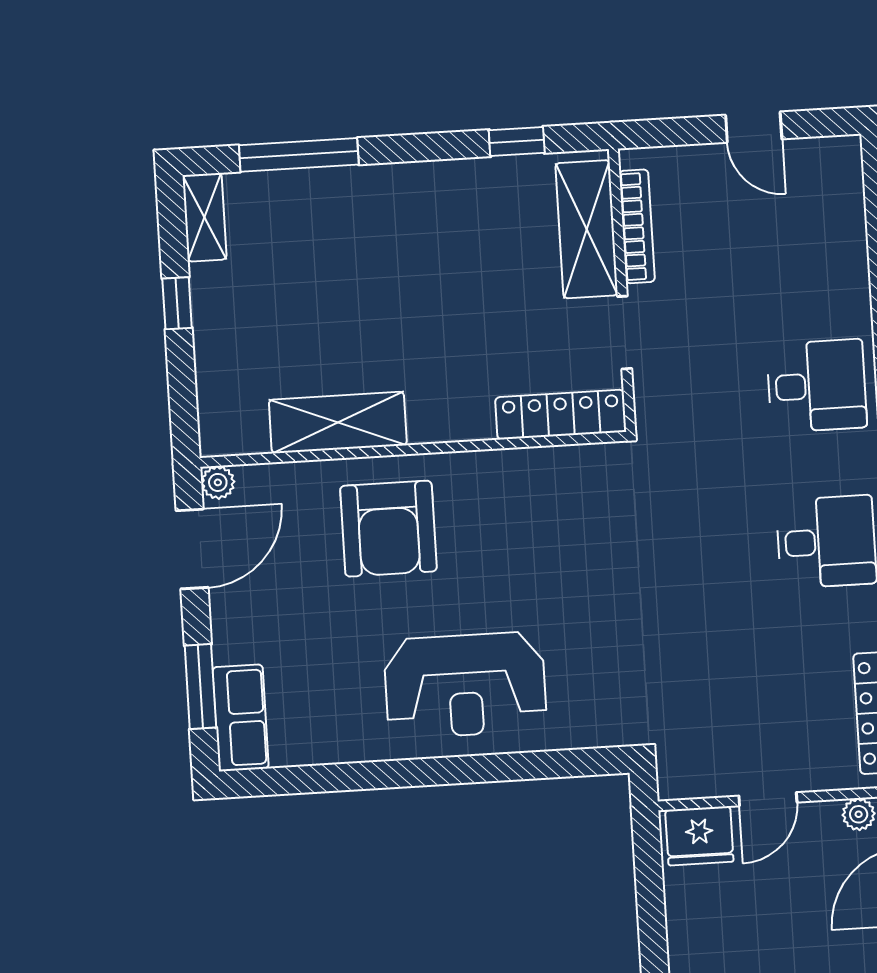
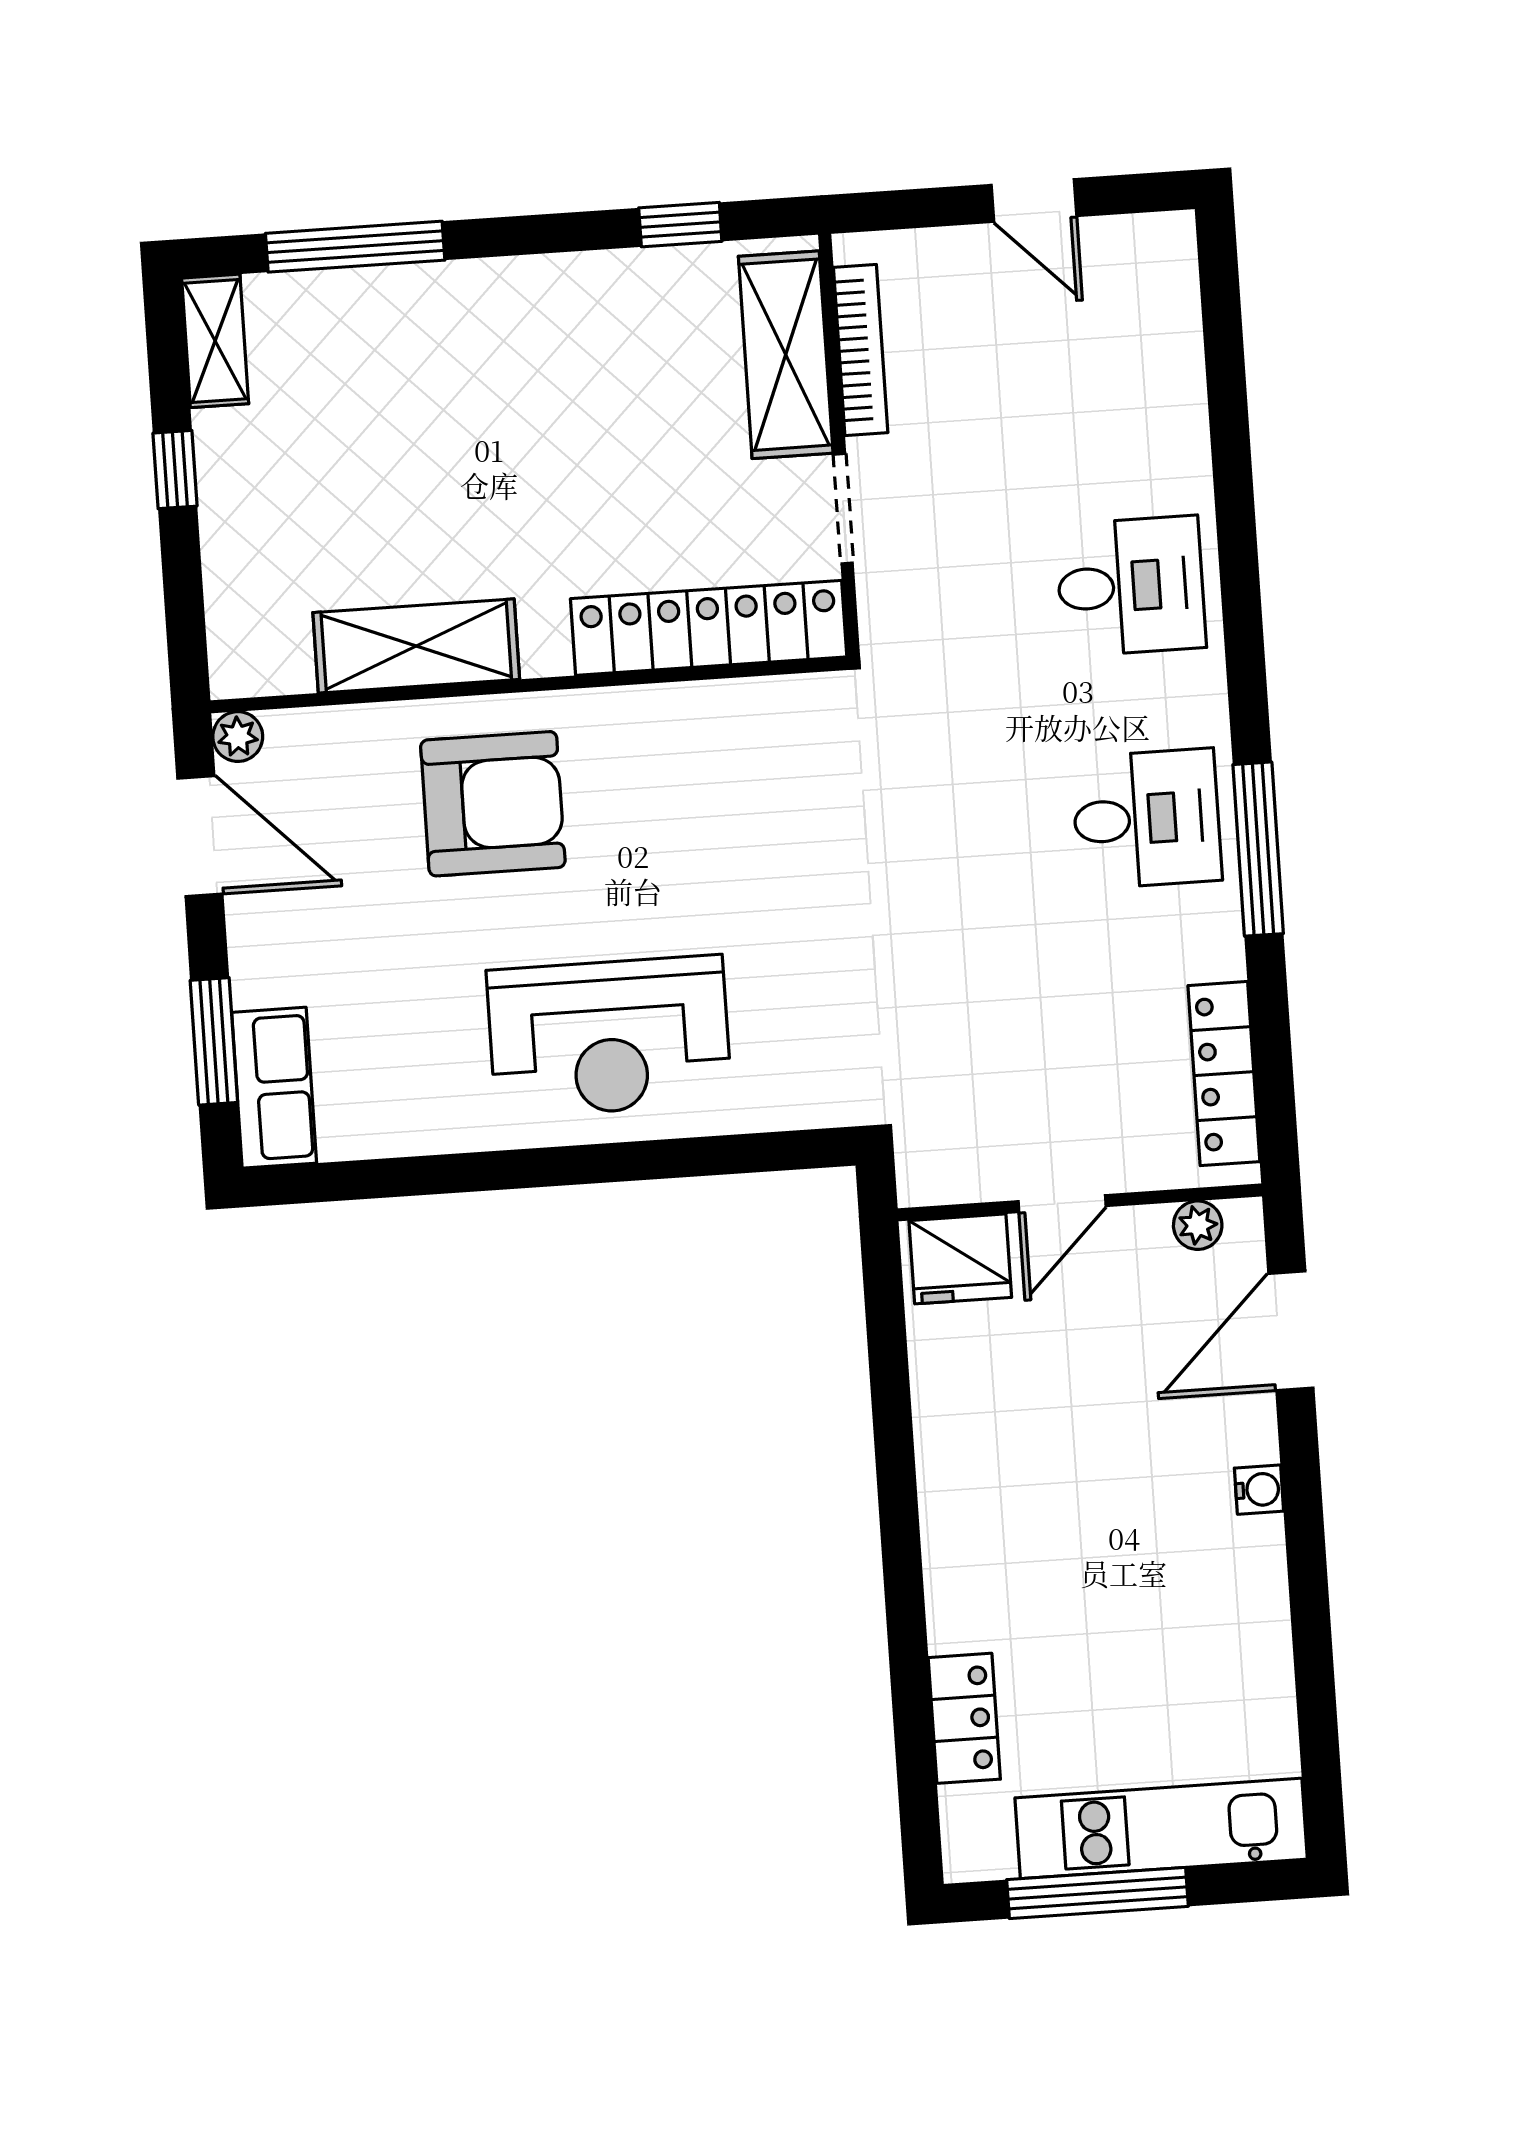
locker: (561, 415) -> (709, 628), width x1.41, depth x1.21
armchair: (388, 529) -> (493, 804), turned -90
door: (192, 549) -> (200, 836), hinge flipped

